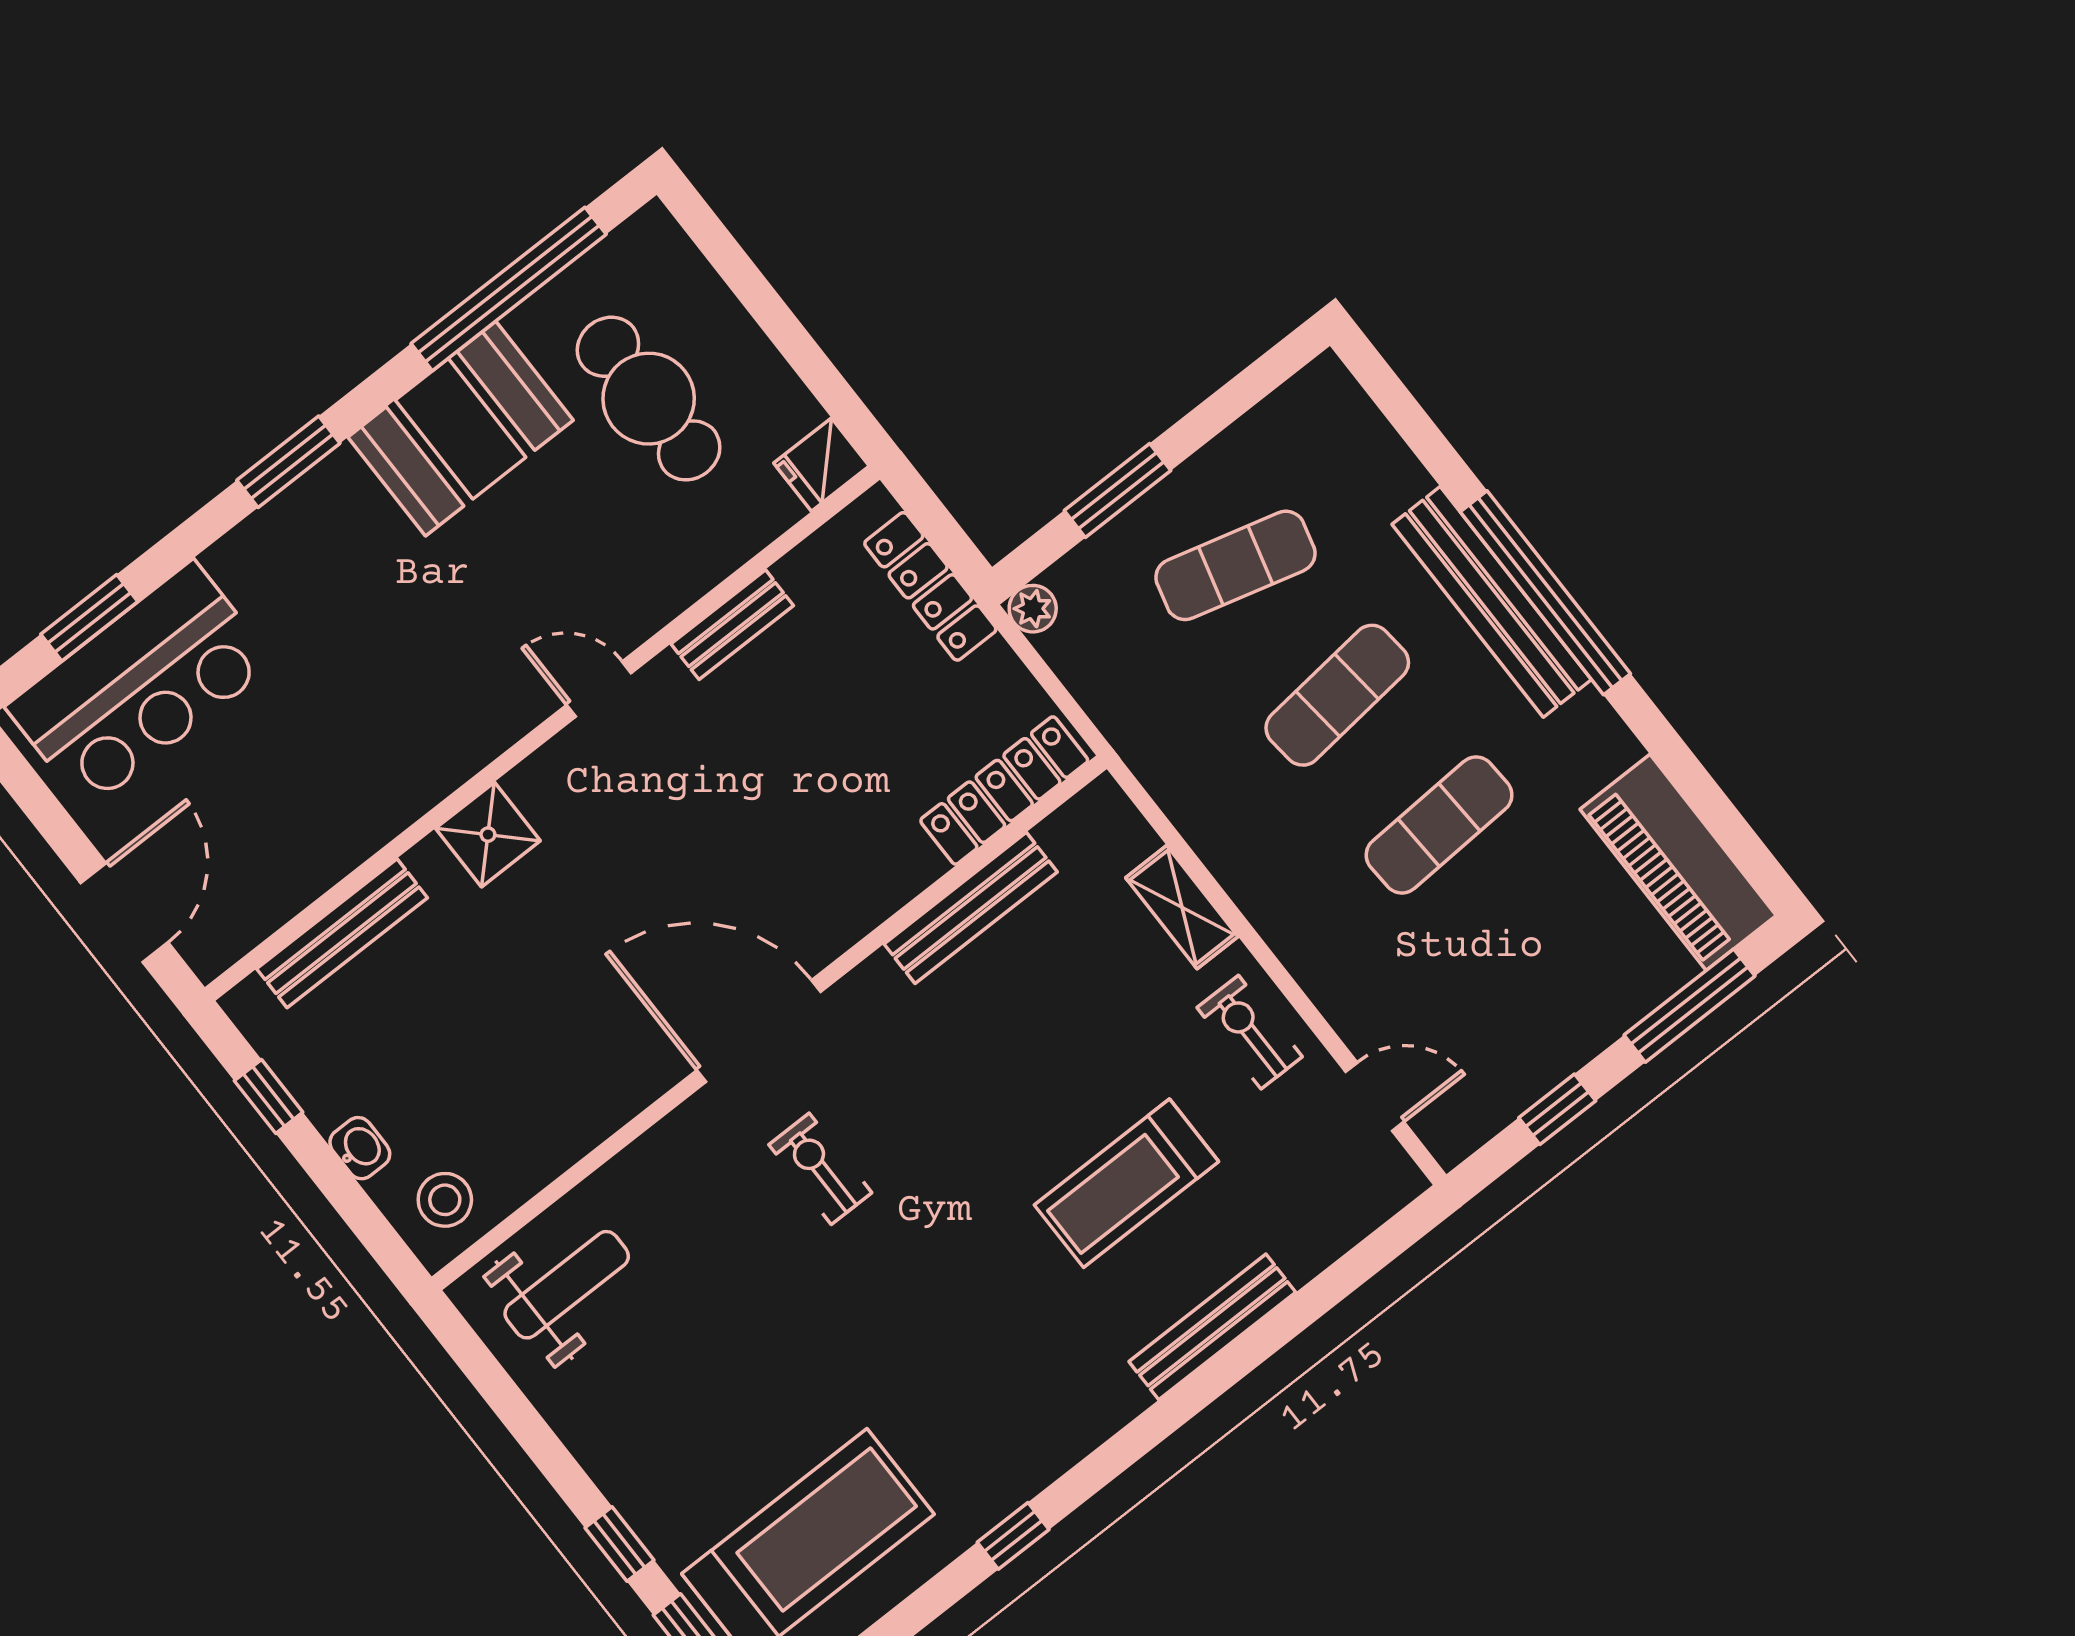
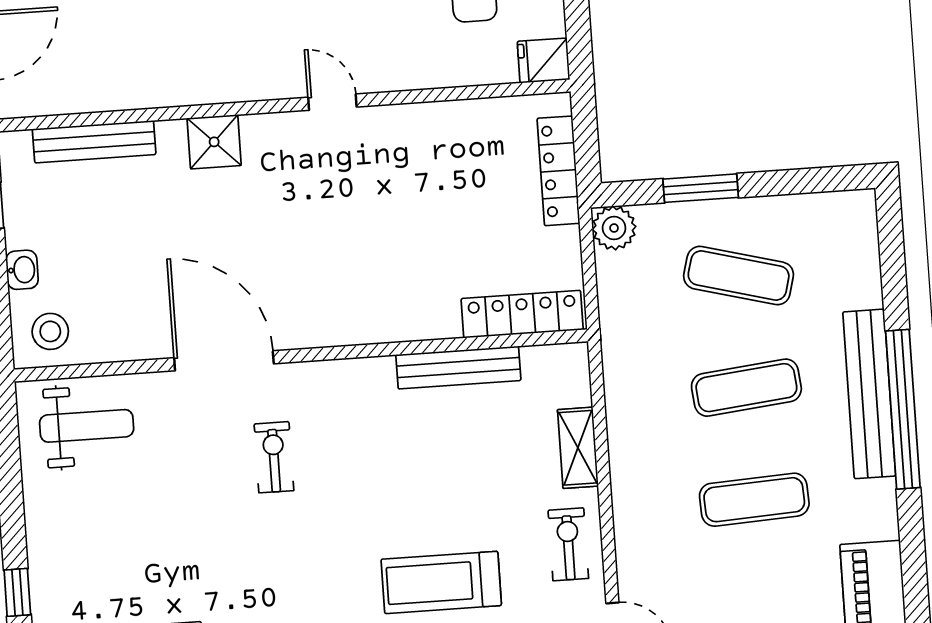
plant: (1033, 609) -> (614, 228), width x1.38, depth x1.38
bench: (732, 625) -> (432, 117), removed
door: (759, 1031) -> (224, 361), moved

